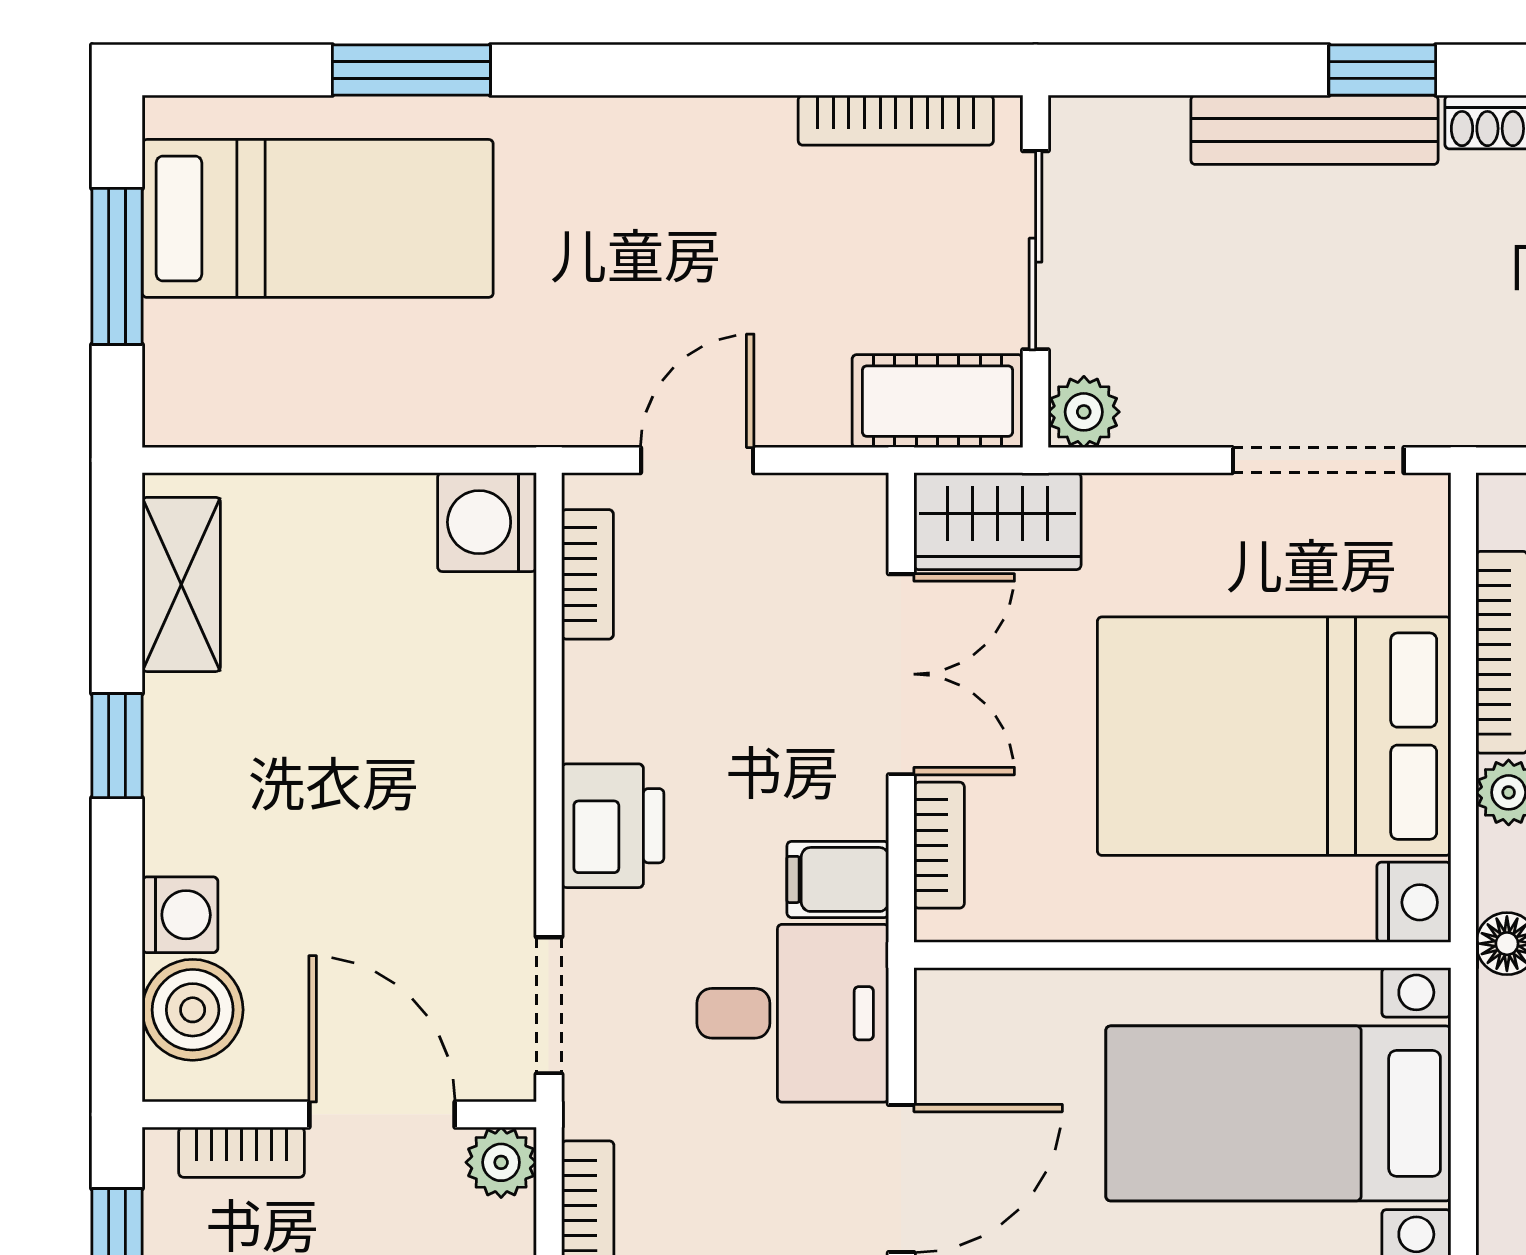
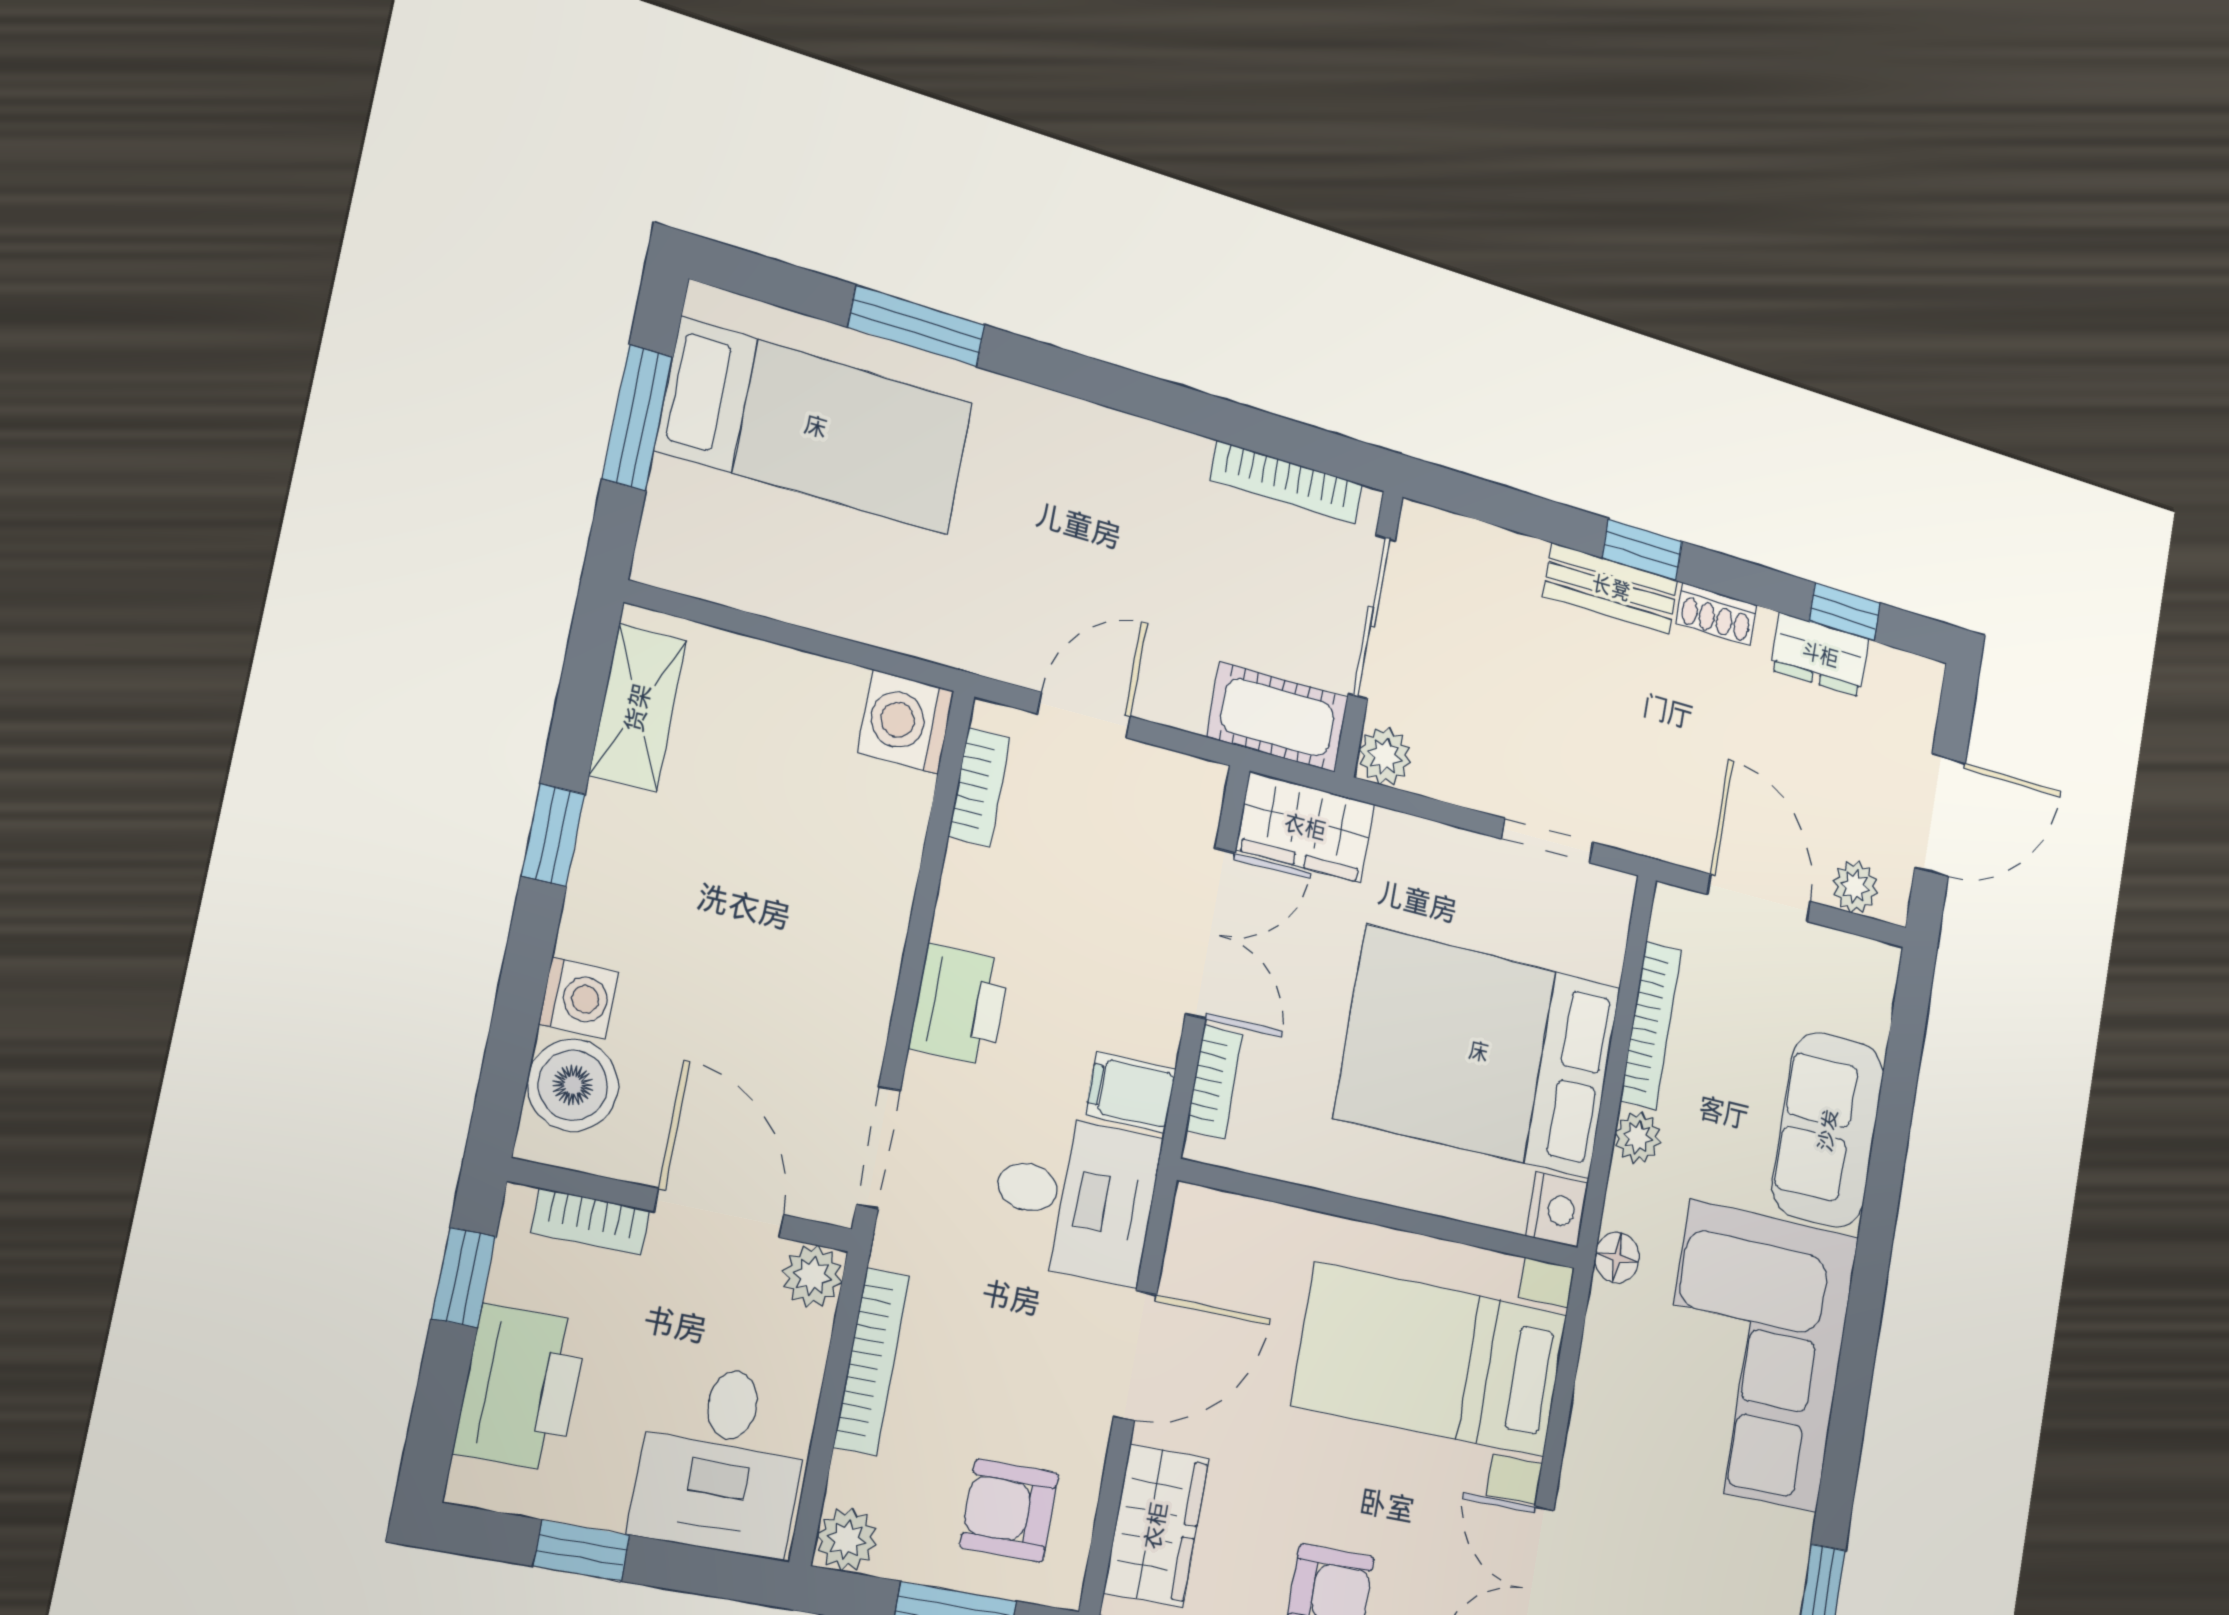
bench: (1315, 130) -> (1611, 588), width x0.73
doorway: (1318, 460) -> (1547, 841), width x0.73

